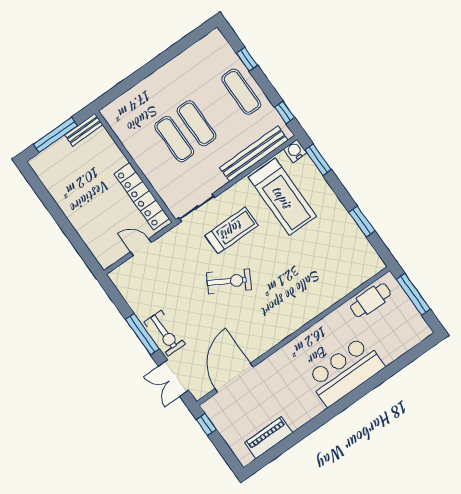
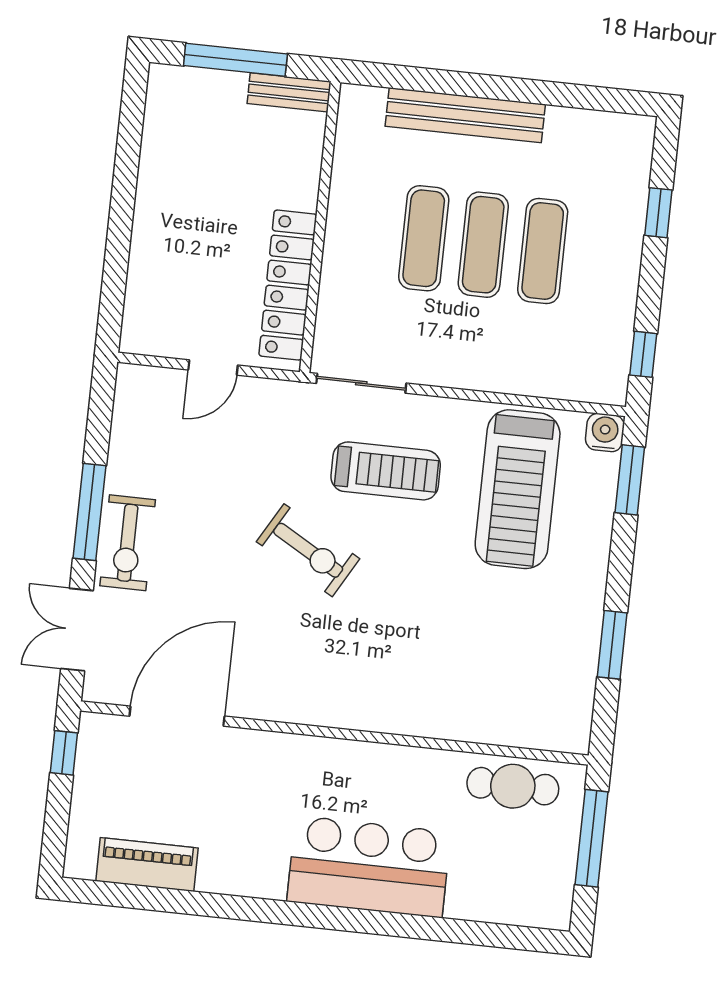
exercise mat: (241, 92) -> (543, 251), moved
bench: (254, 154) -> (465, 115), moved
door: (141, 247) -> (213, 367), swing flipped

